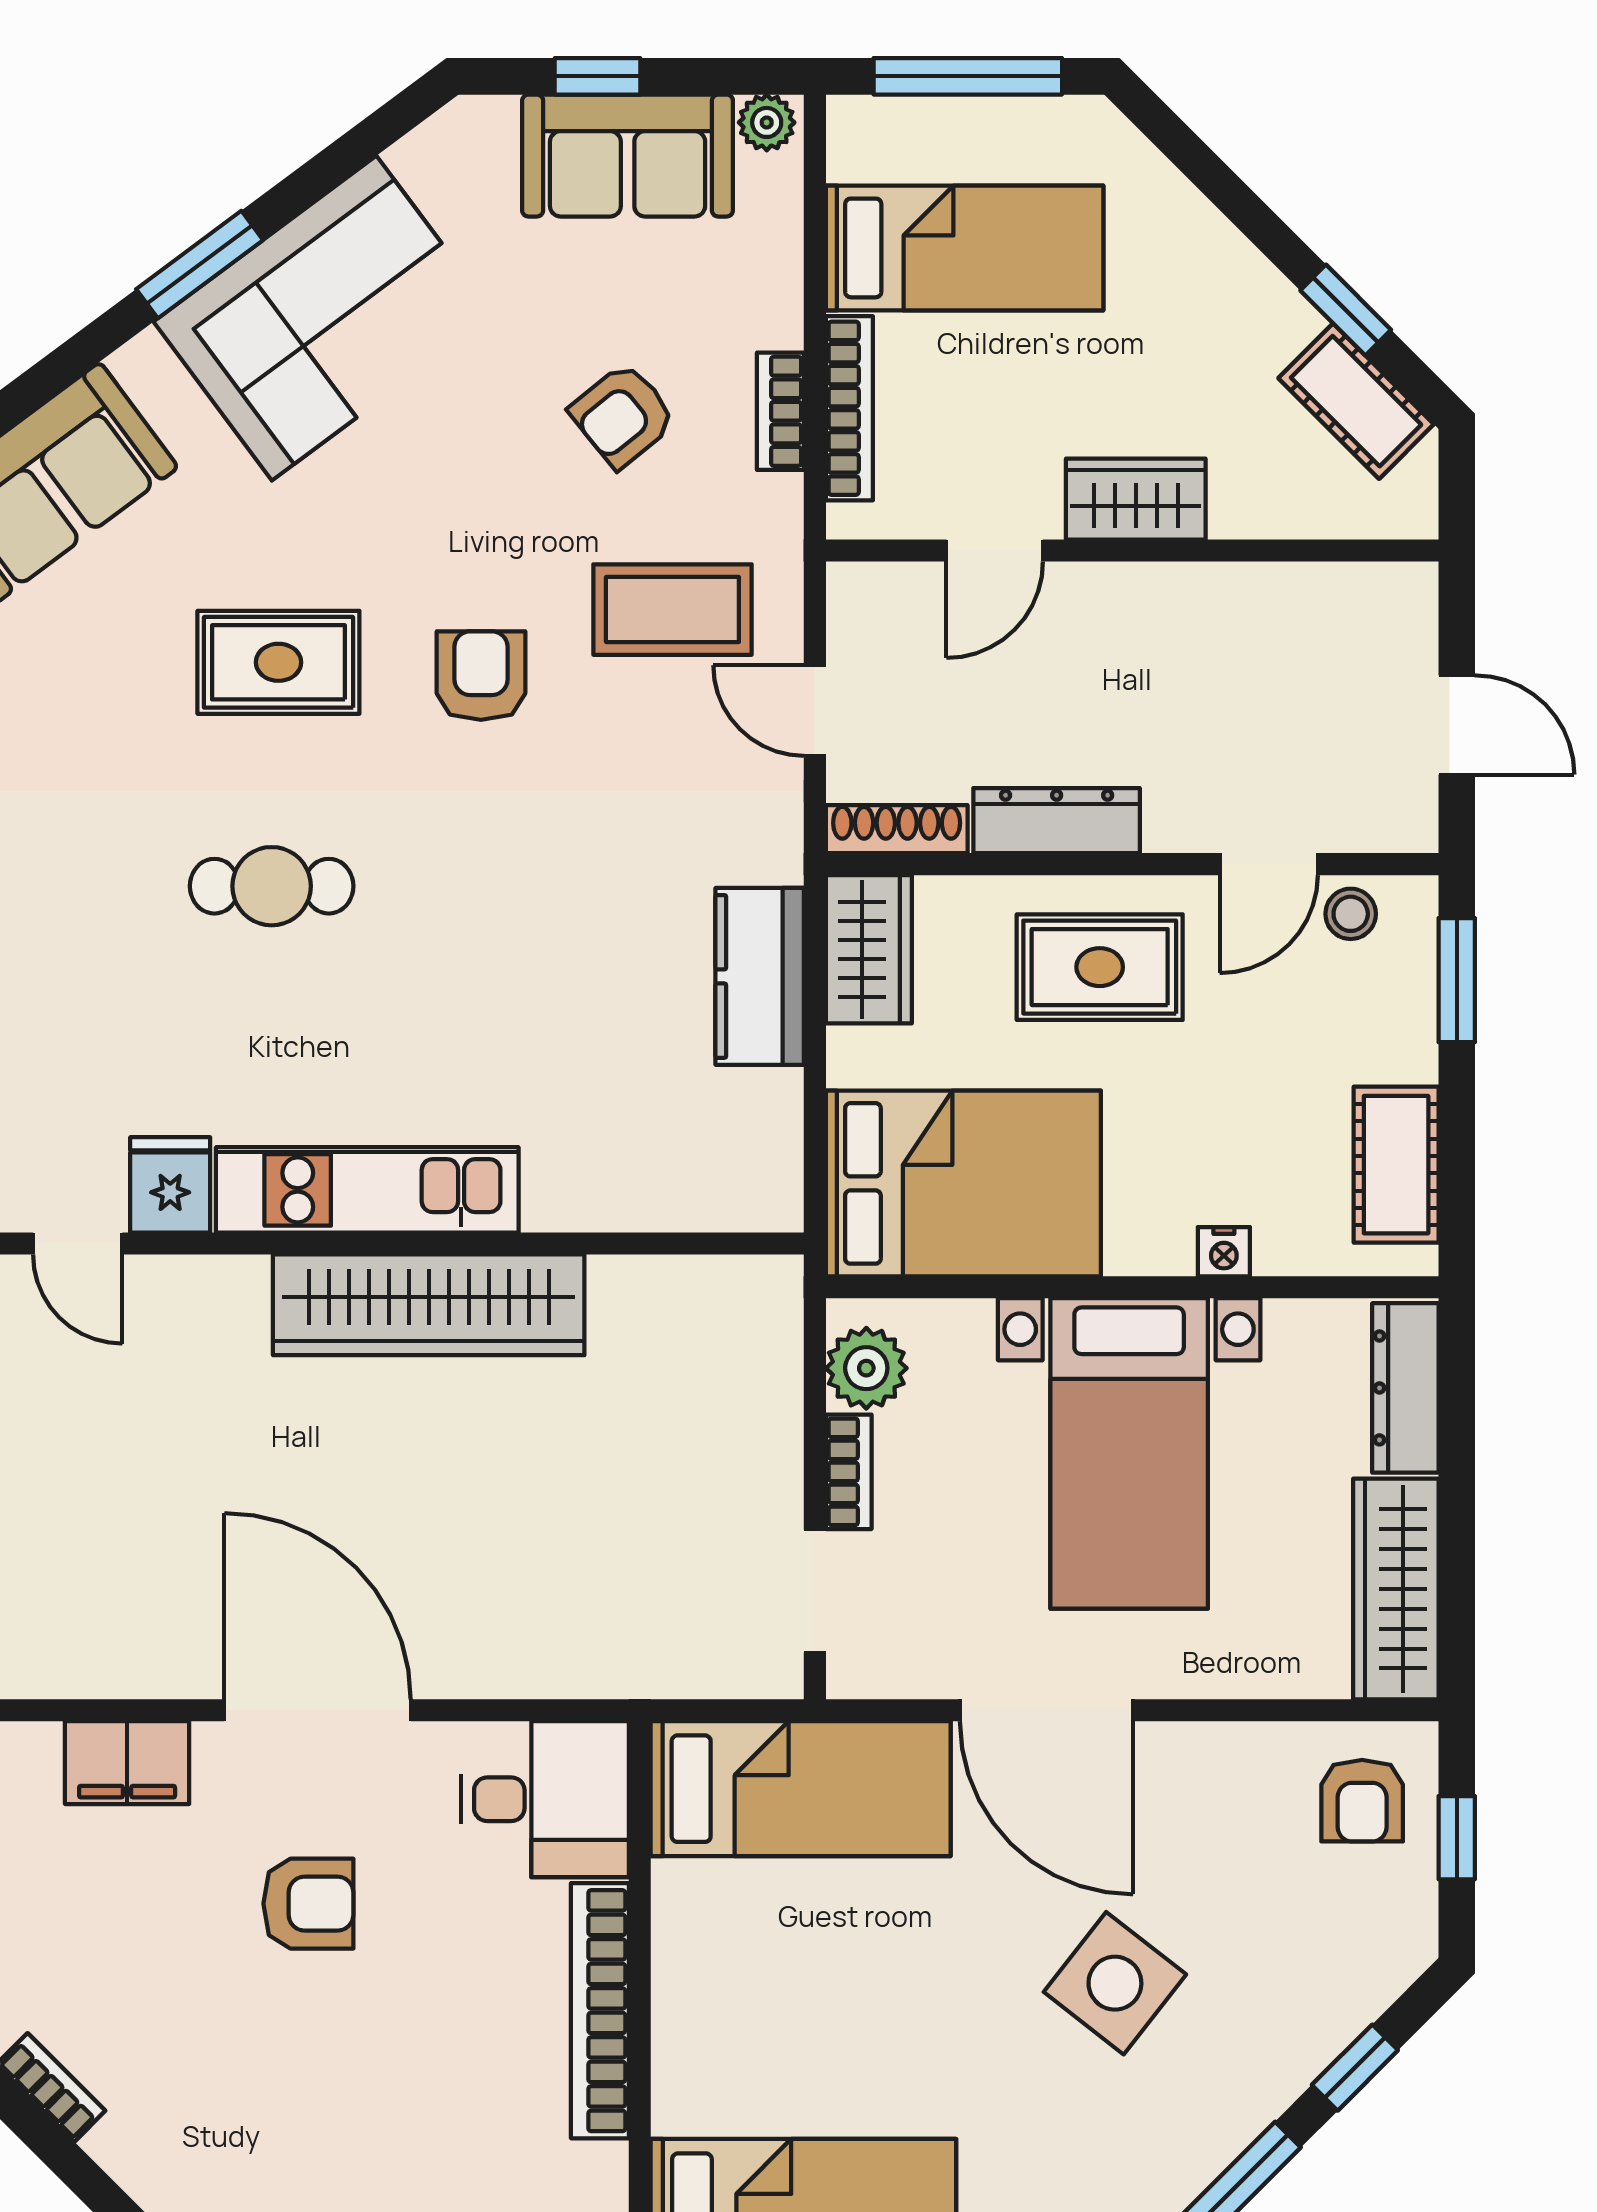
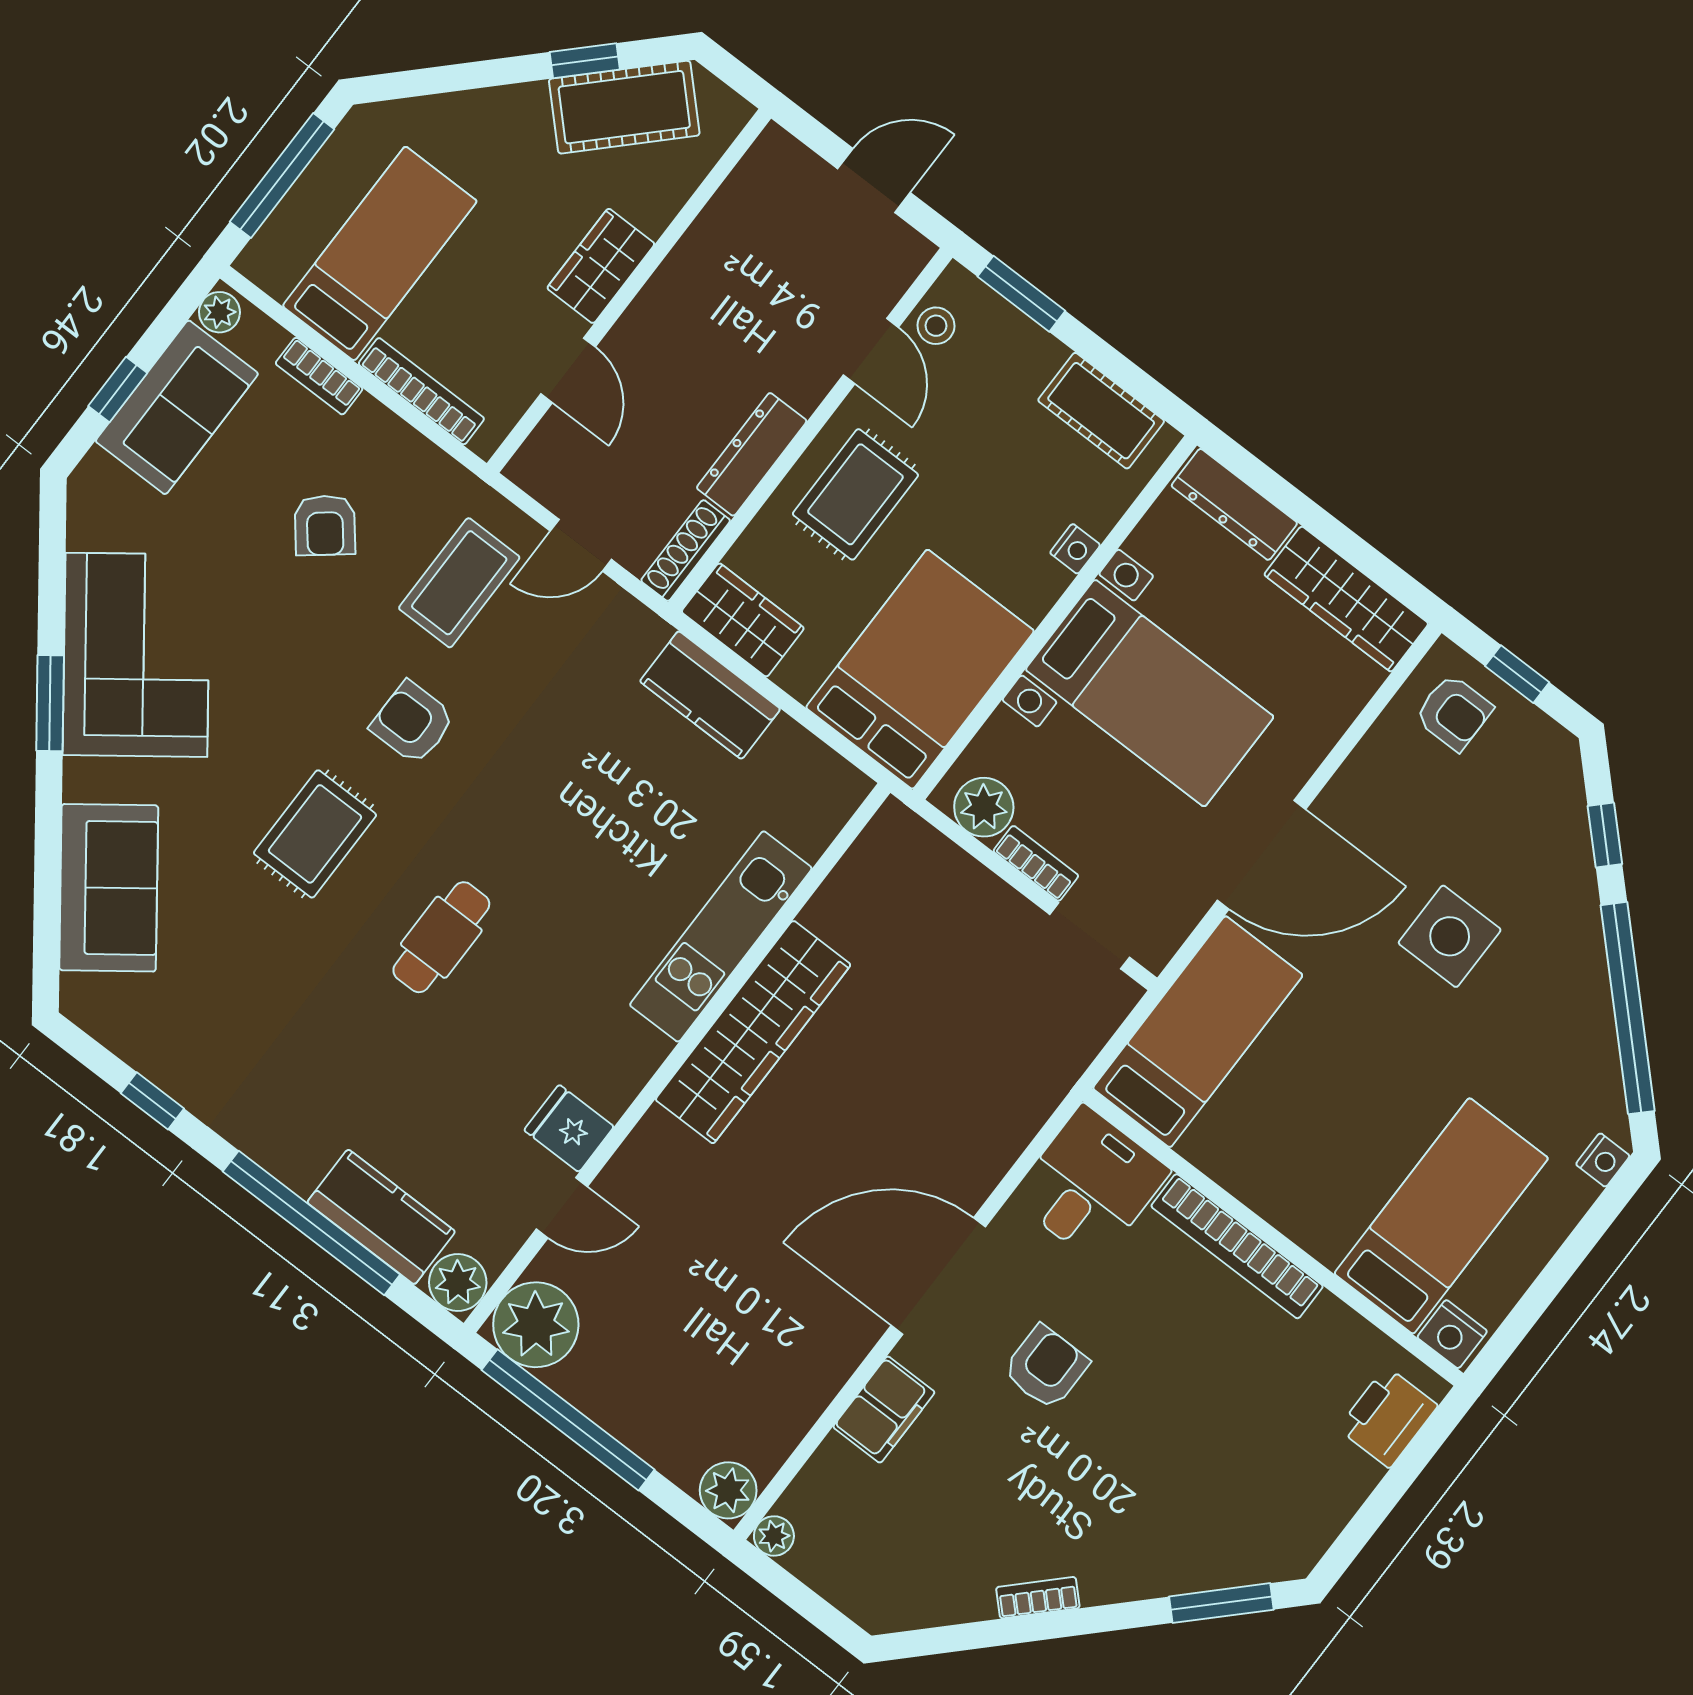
cot: (1356, 401) -> (624, 107), width x1.37, depth x1.34
bookcase: (780, 411) -> (319, 376), moved
kitchen unit: (367, 1190) -> (721, 936), moved
side table: (1115, 1983) -> (1450, 936), turned -38

